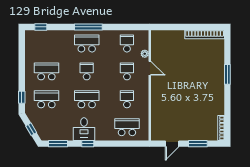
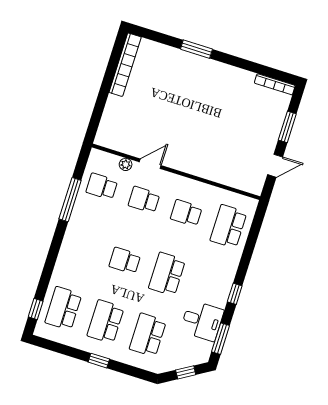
window: (88, 27) -> (70, 200), moved
school desk: (87, 44) -> (63, 308), moved
window: (22, 97) -> (99, 361), moved
desk: (84, 129) -> (202, 321), moved
door: (172, 144) -> (275, 166), hinge flipped

